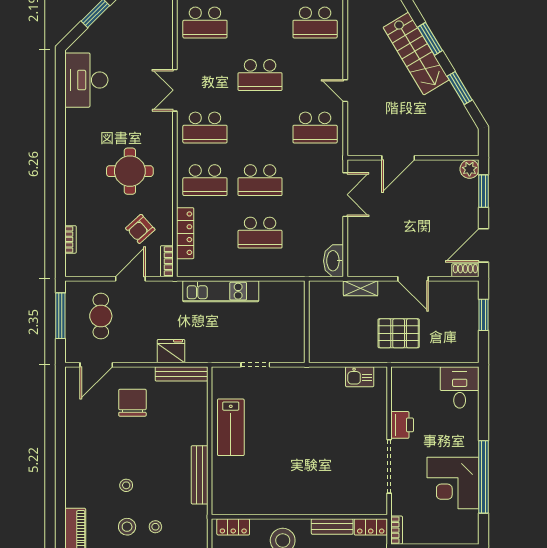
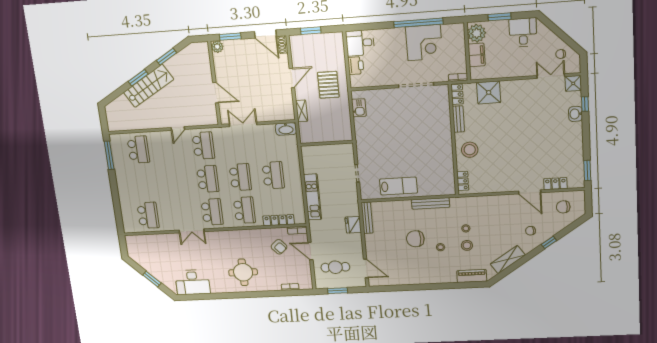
school desk: (260, 75) -> (208, 179), moved
round table: (130, 171) -> (243, 272), moved
window: (60, 316) -> (338, 291), width x0.69
chair: (132, 403) -> (415, 239), moved
printer: (402, 425) -> (356, 66), moved, turned 90

